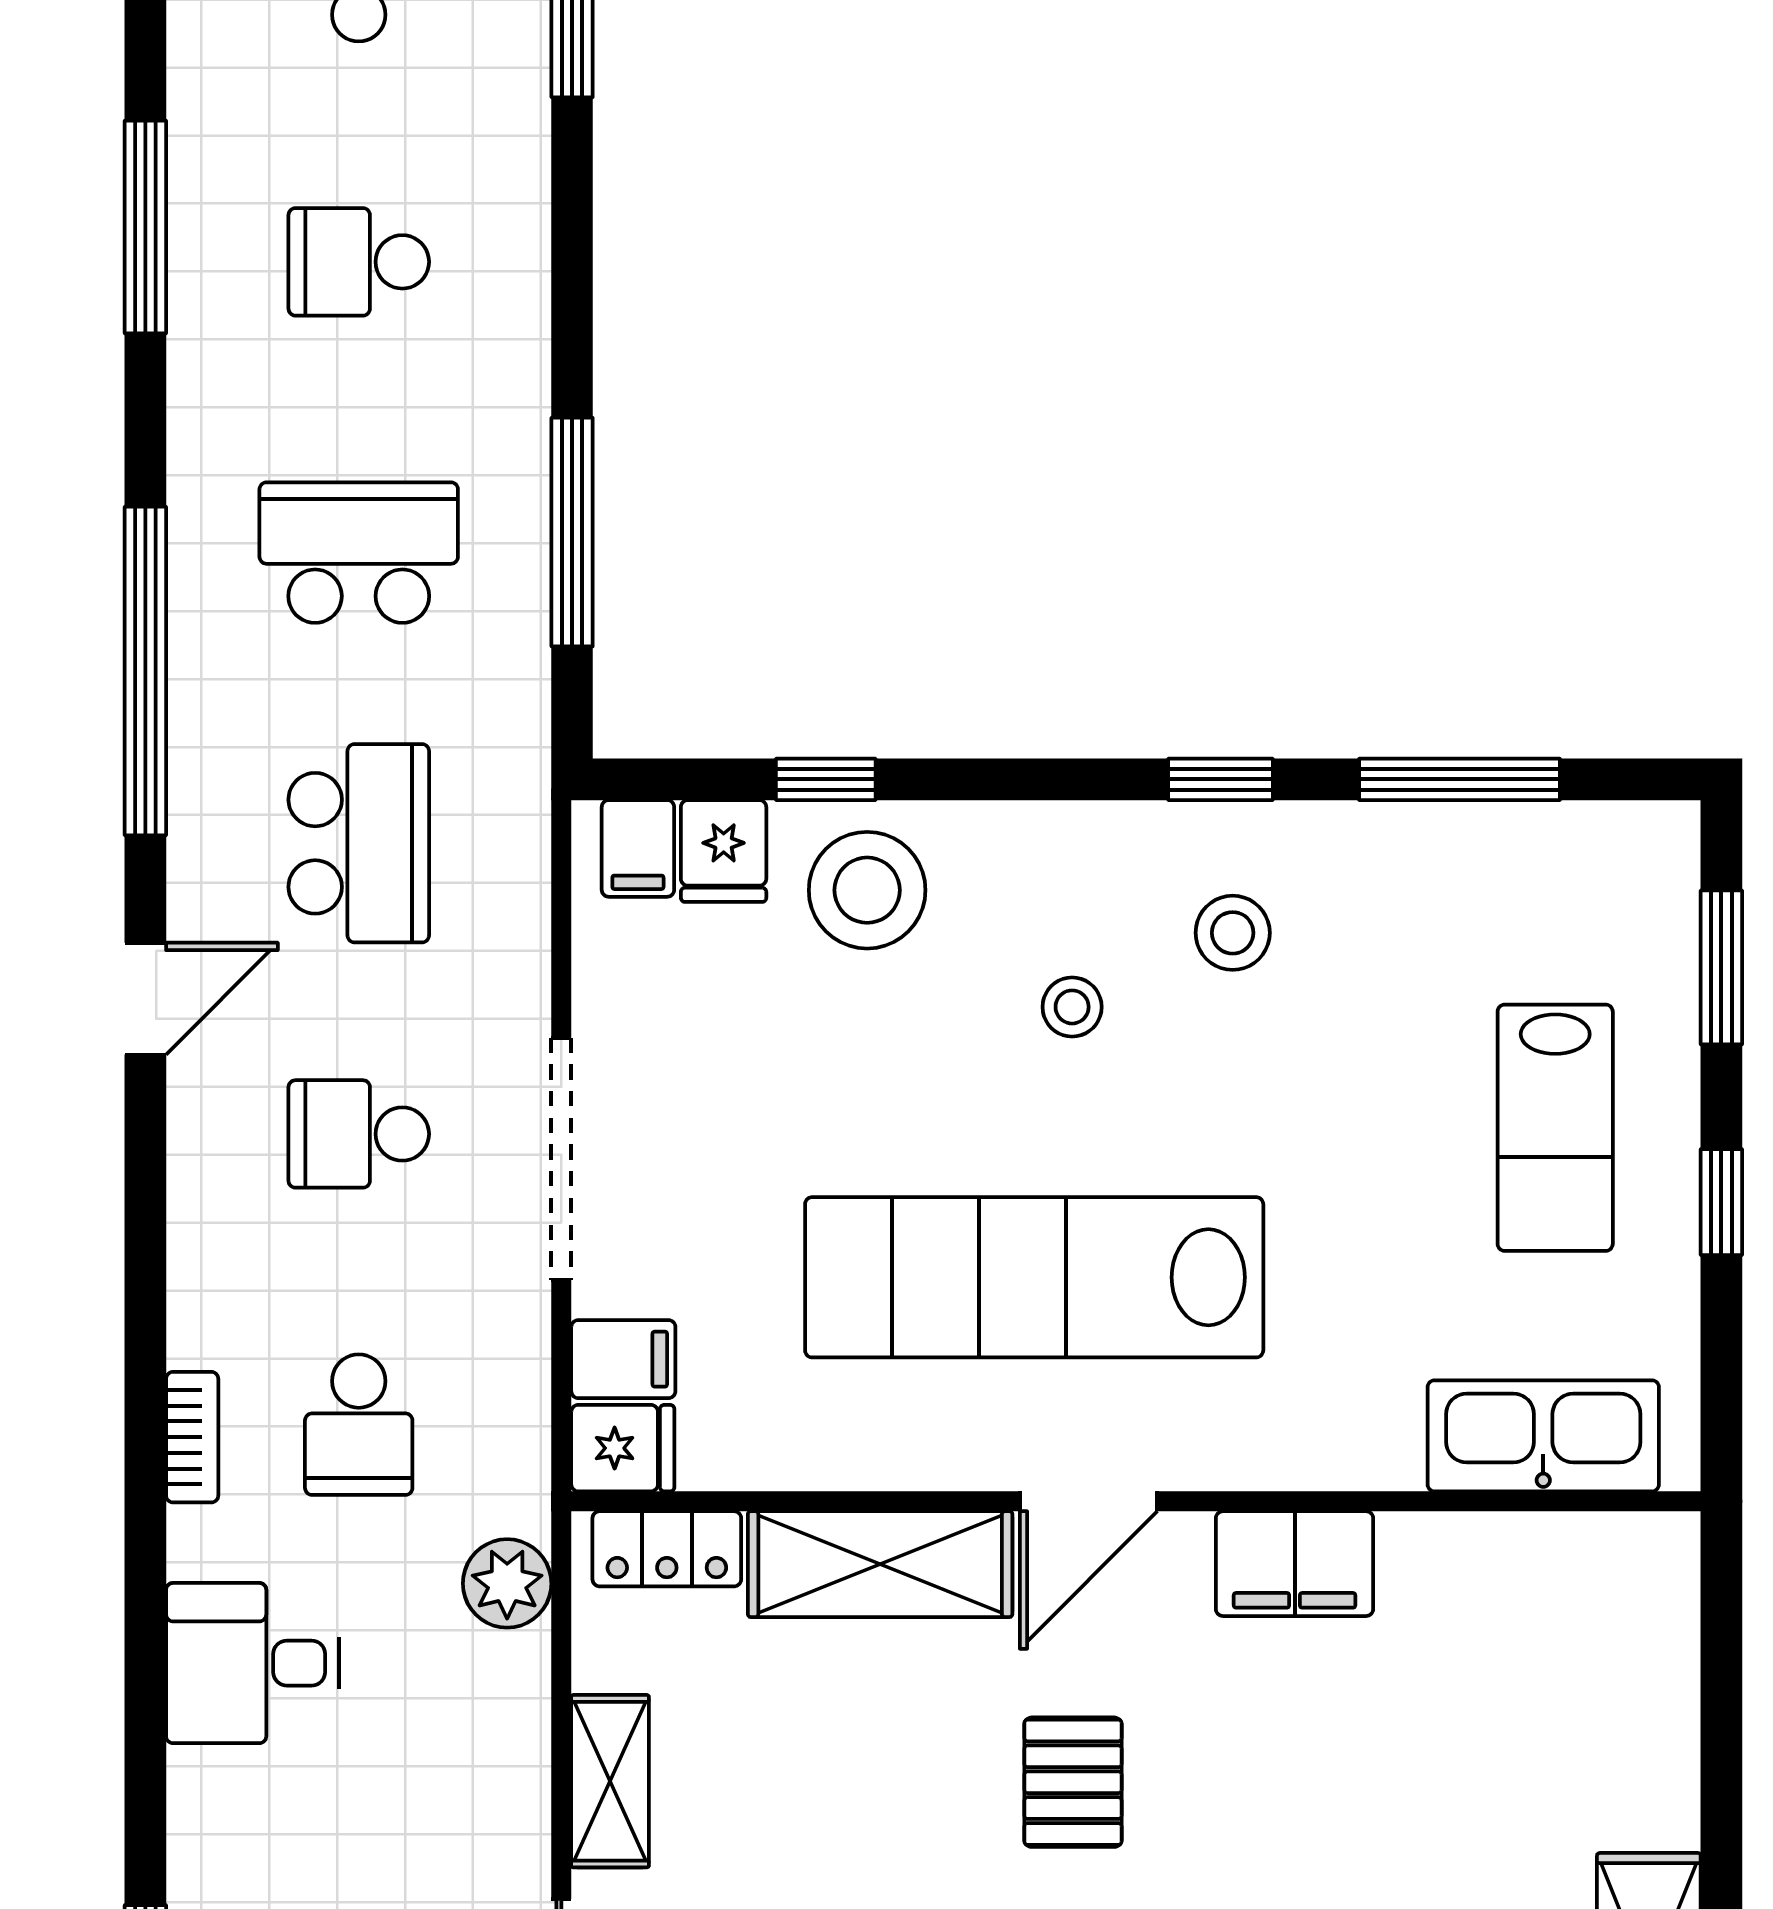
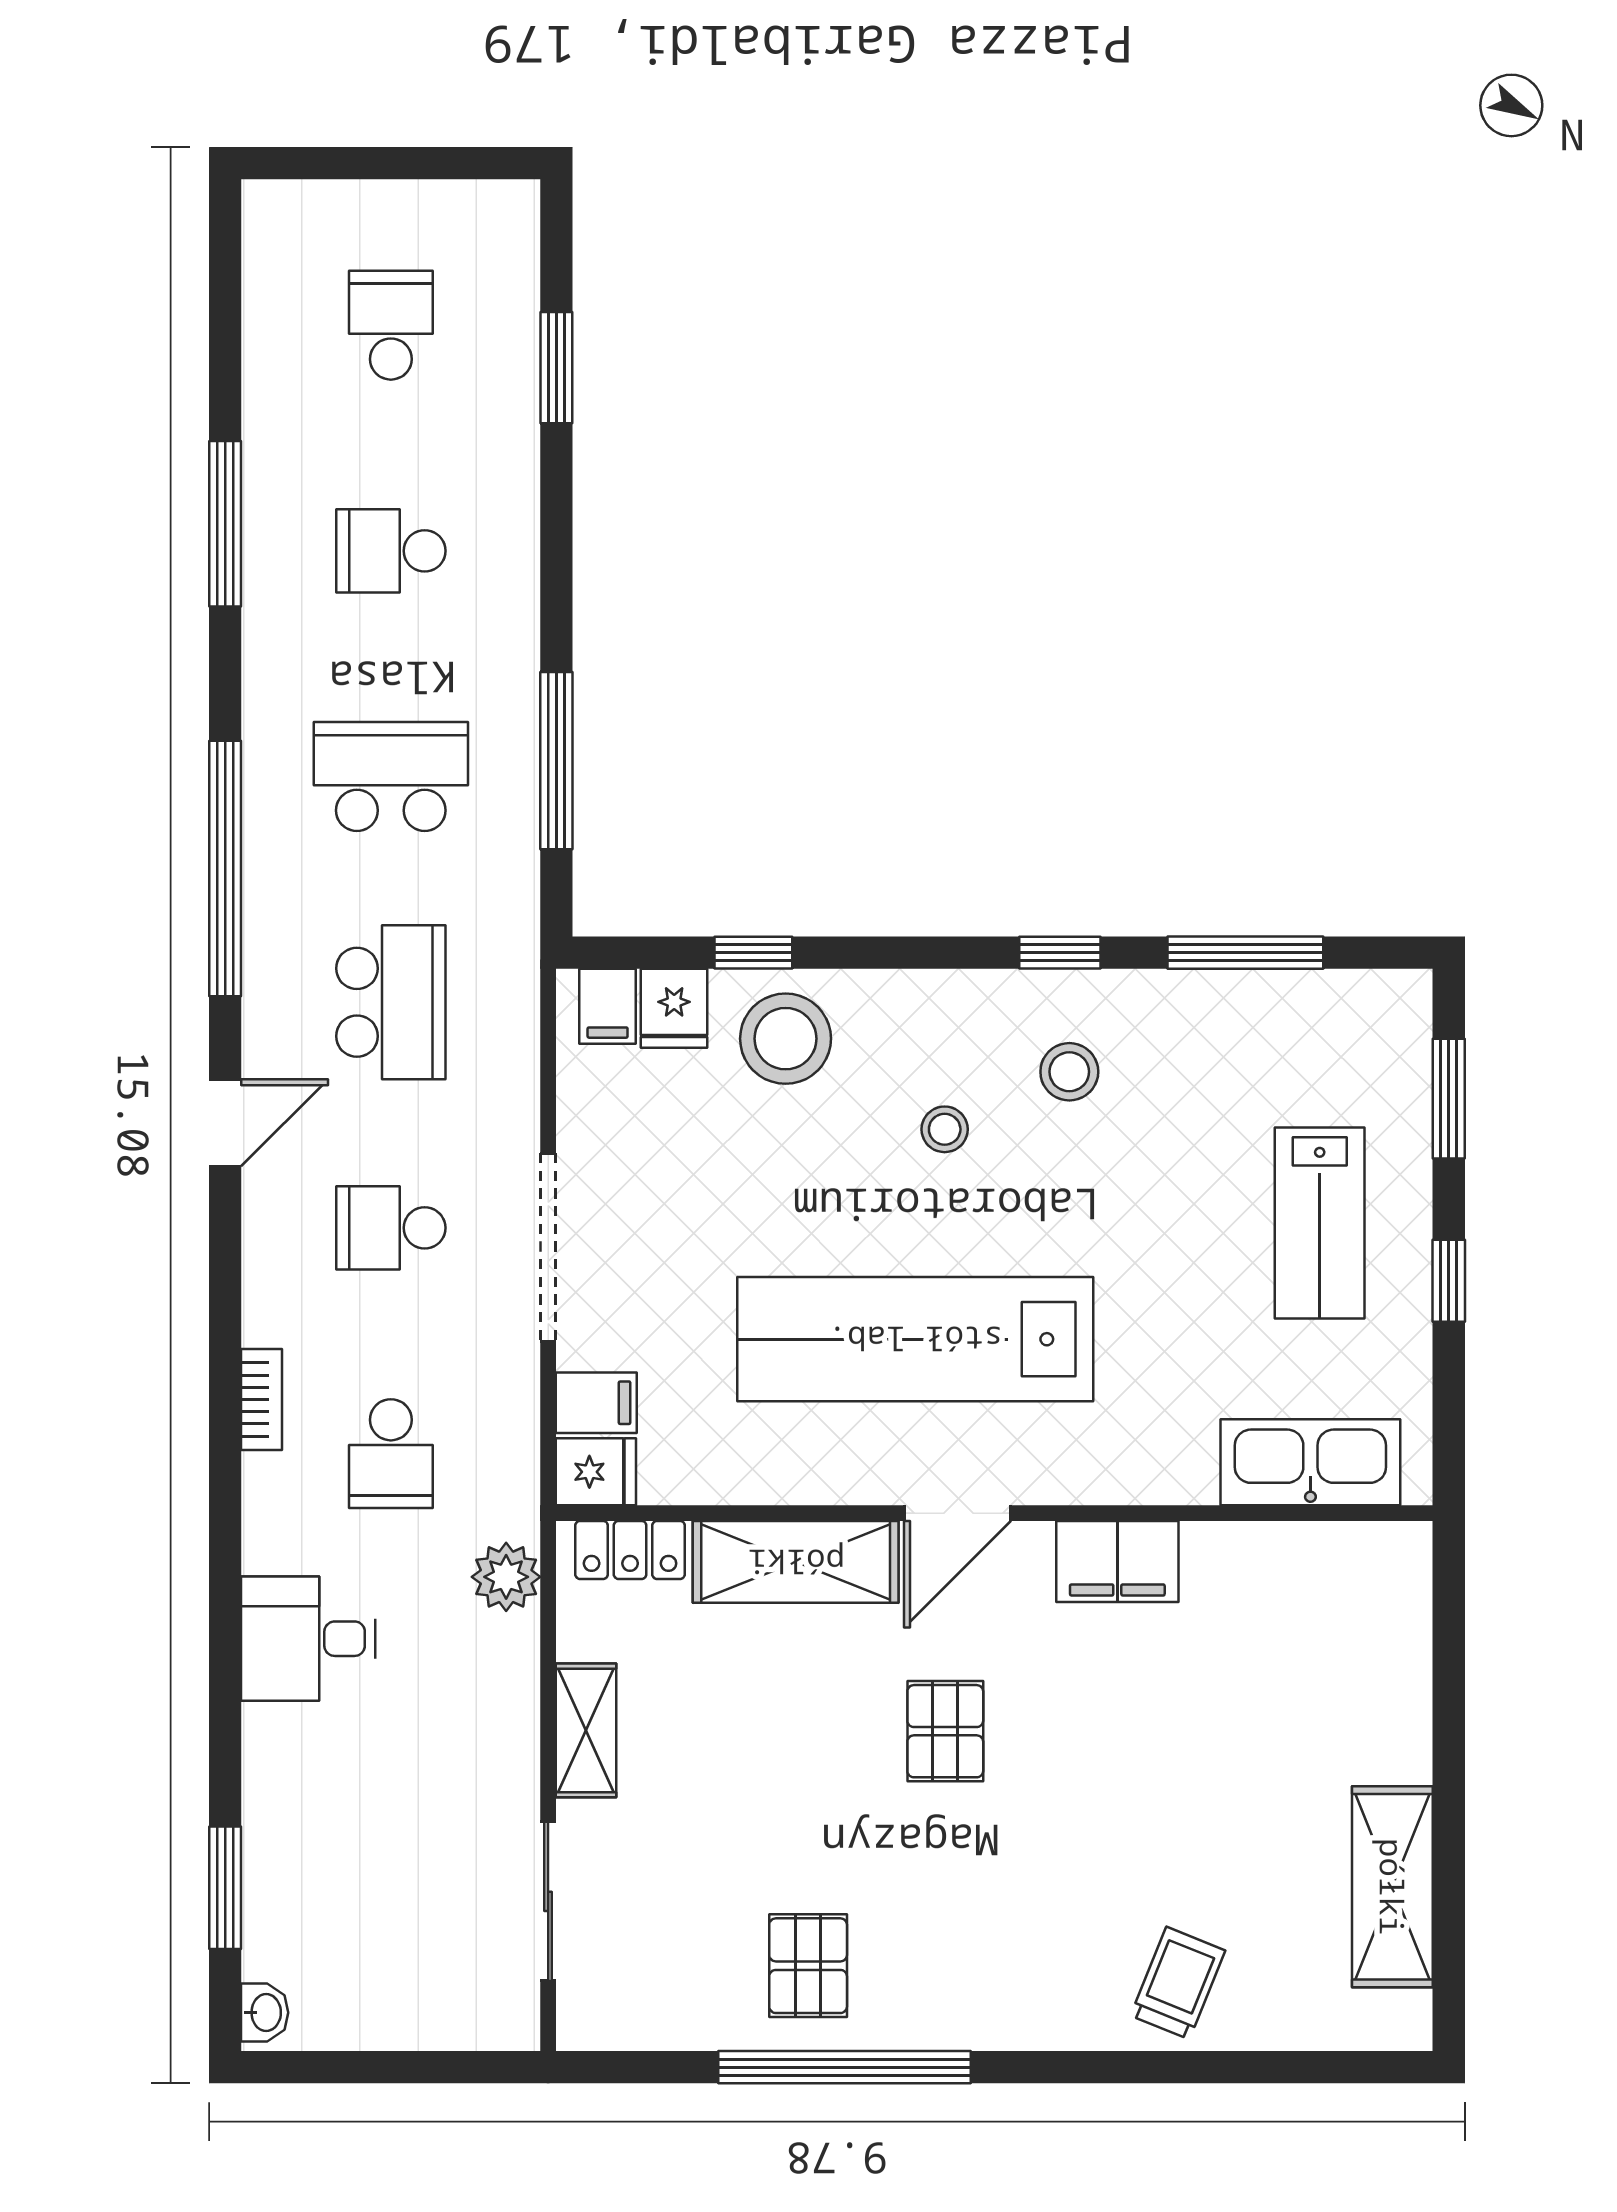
bookcase: (192, 1437) -> (262, 1399), moved

